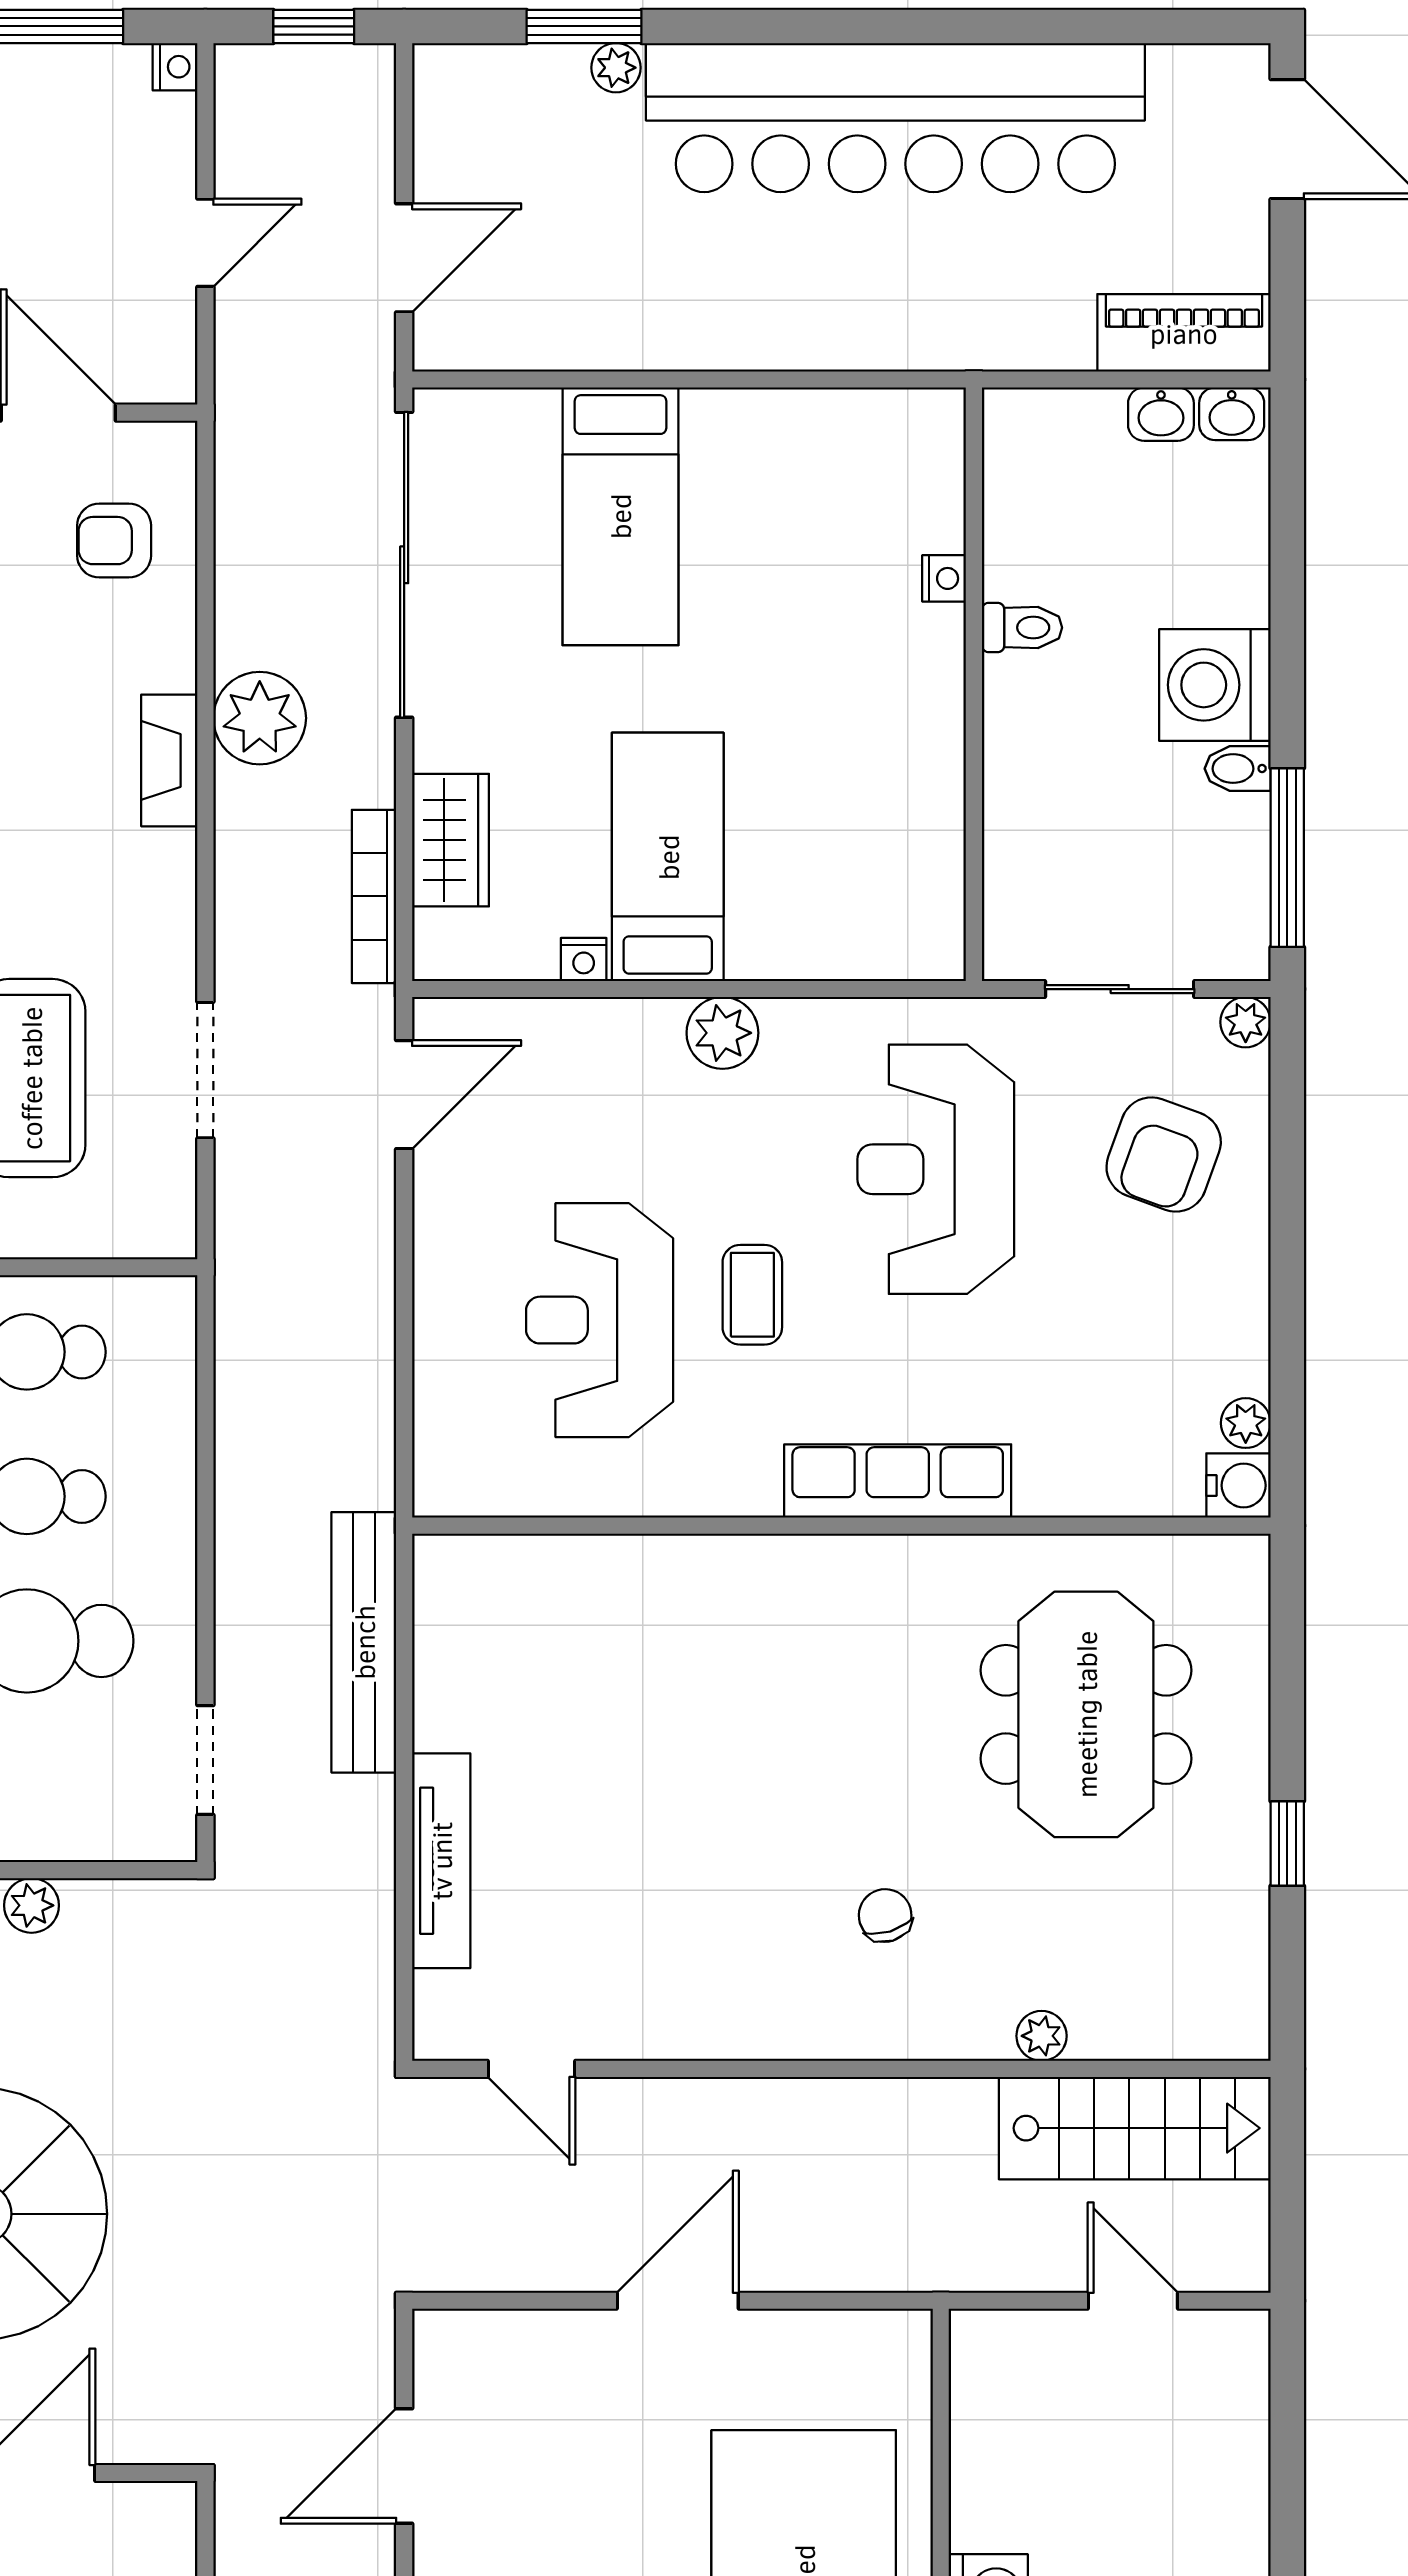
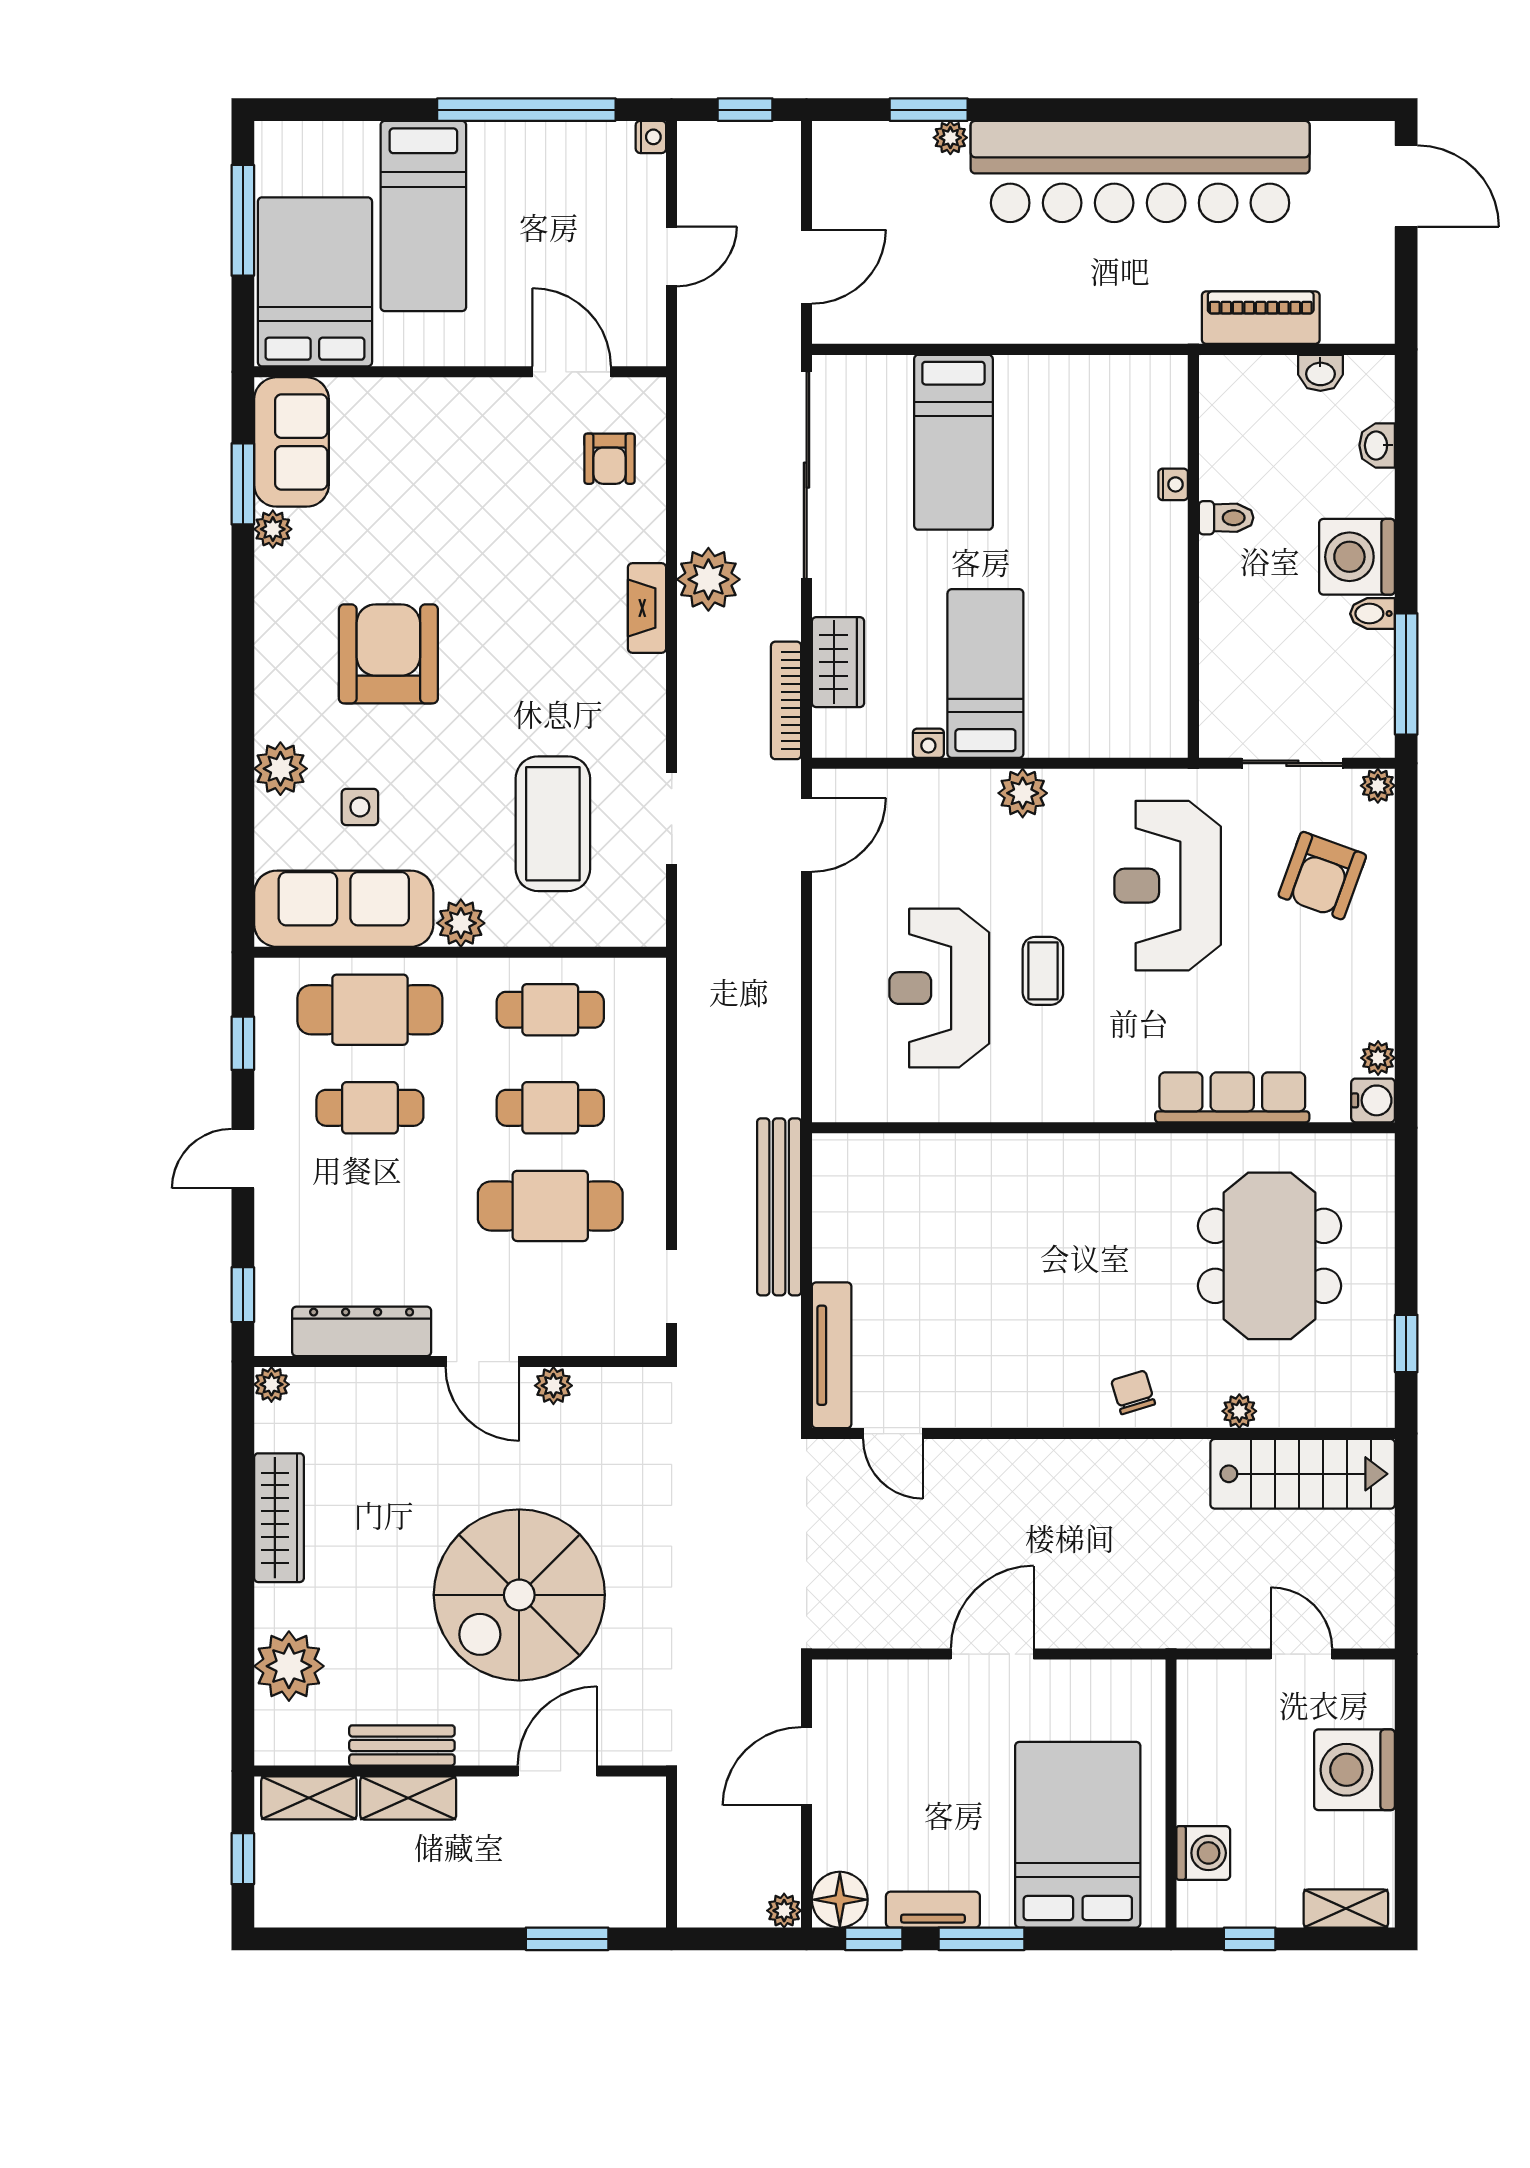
piano: (1184, 333) -> (1261, 318), moved
washbasin: (1232, 414) -> (1377, 445), moved, turned 90
armchair: (114, 541) -> (610, 459), turned -90
row of seats: (898, 1481) -> (1232, 1097), moved
plant: (1042, 2036) -> (1239, 1411), moved
door: (531, 2069) -> (893, 1434), moved
wall: (841, 2069) -> (1103, 1434), moved
stairs: (1135, 2128) -> (1303, 1474), moved
washing machine: (1211, 2471) -> (1355, 1770), added

